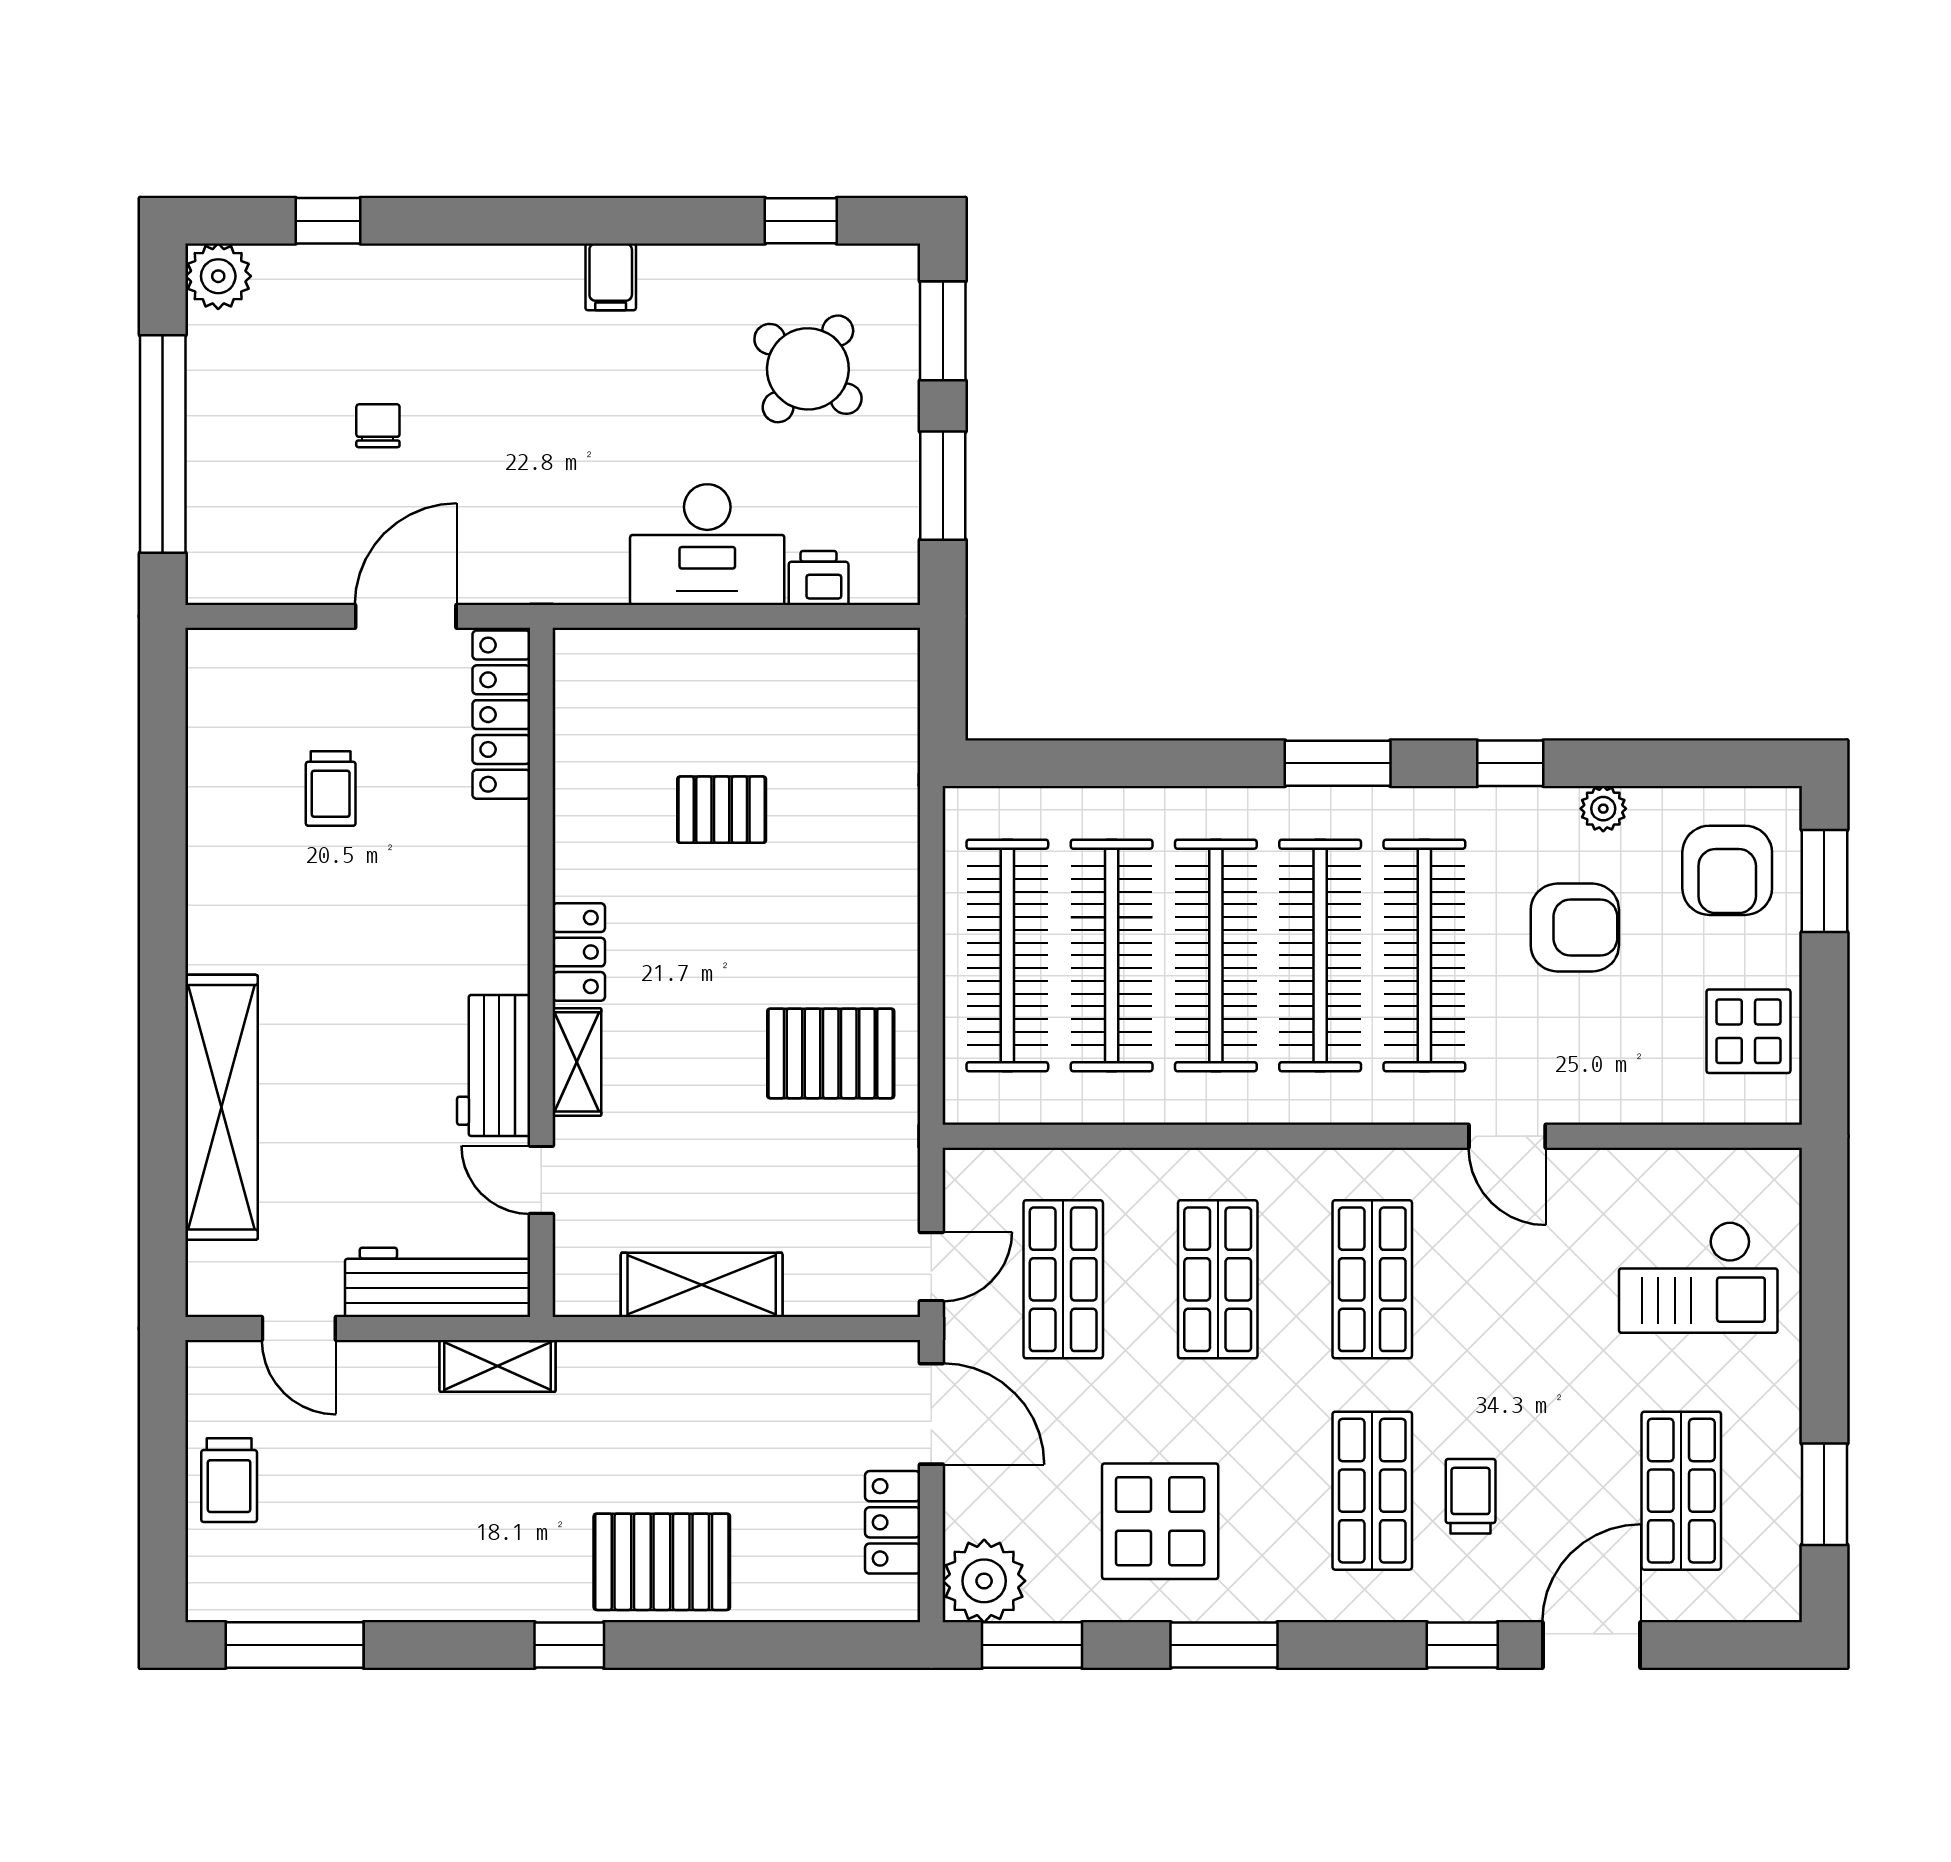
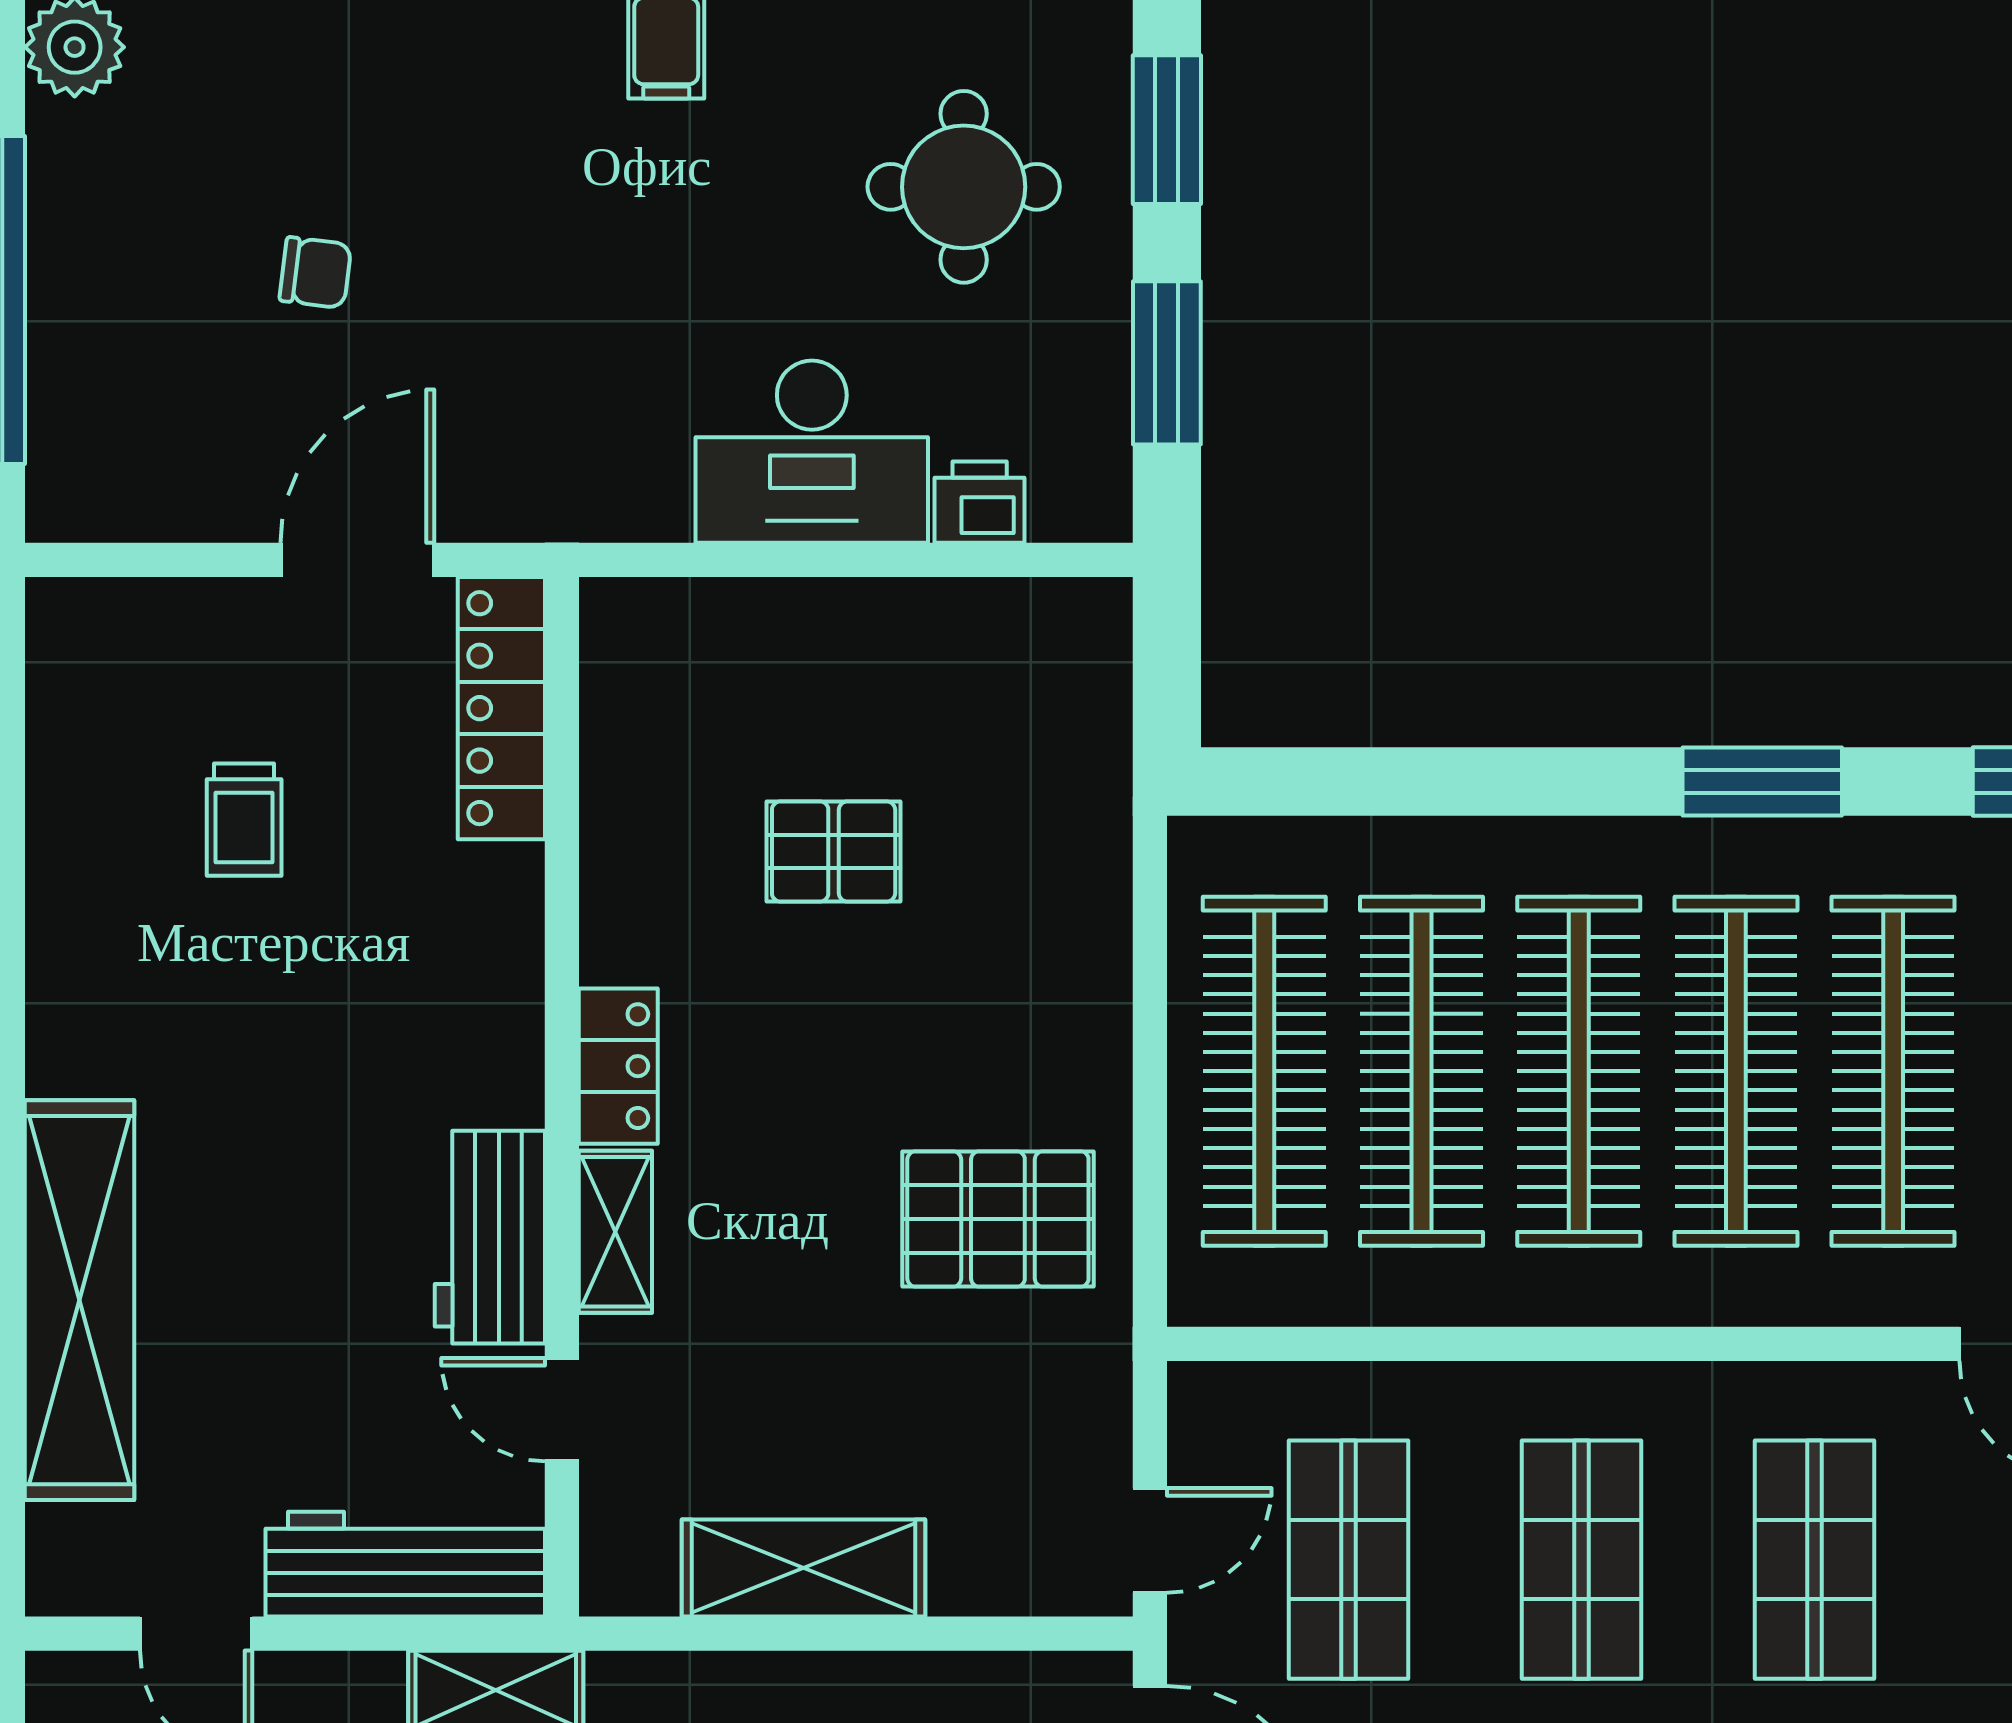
round table: (808, 369) -> (964, 187), turned -38
chair: (378, 426) -> (315, 273), turned 97

